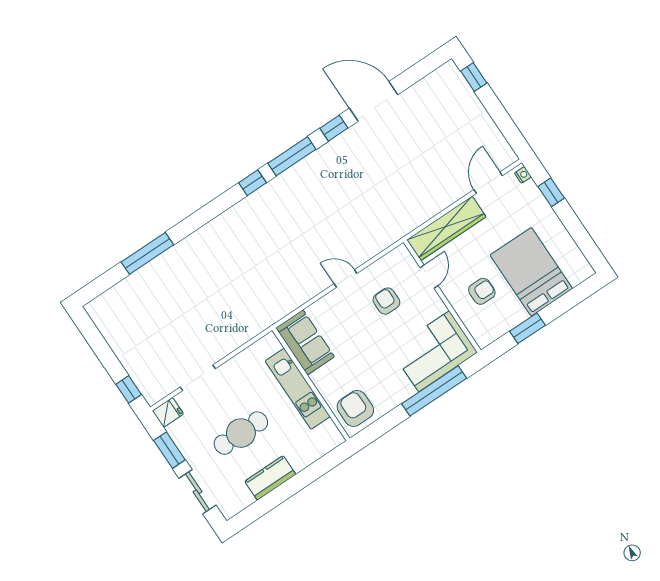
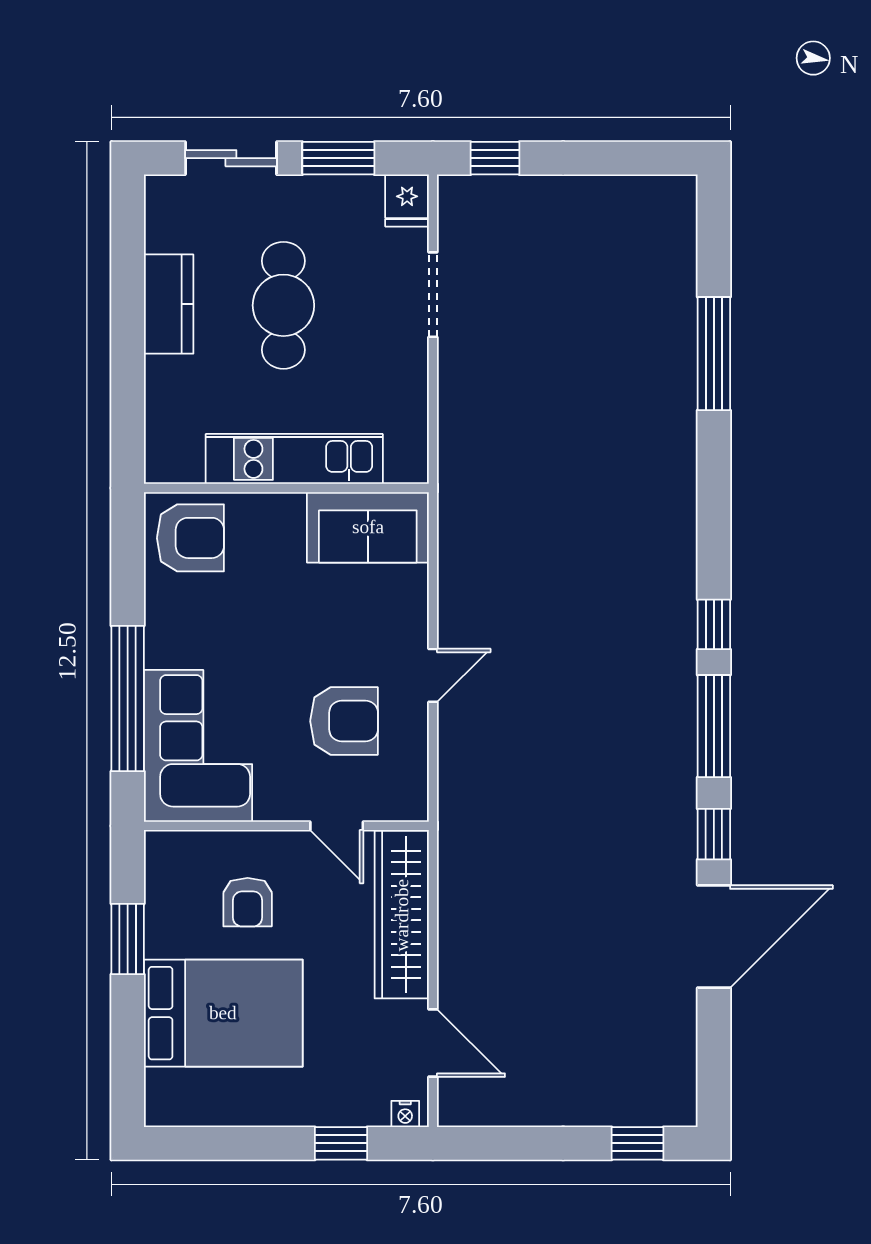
armchair: (386, 301) -> (344, 721), width x1.38, depth x1.38

